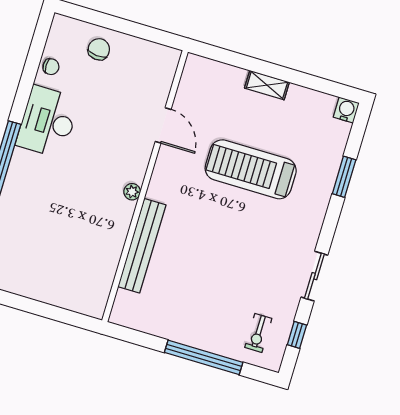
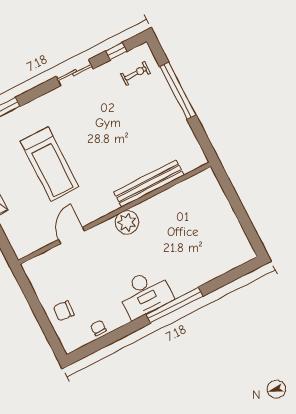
desk: (48, 122) -> (145, 293), moved
plant: (132, 192) -> (127, 222), width x1.88, depth x1.88

